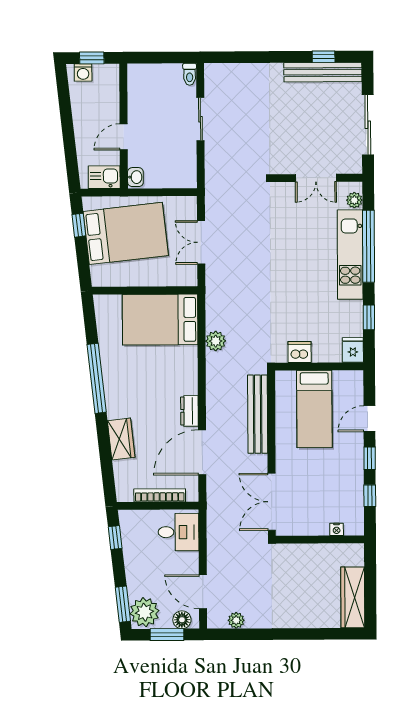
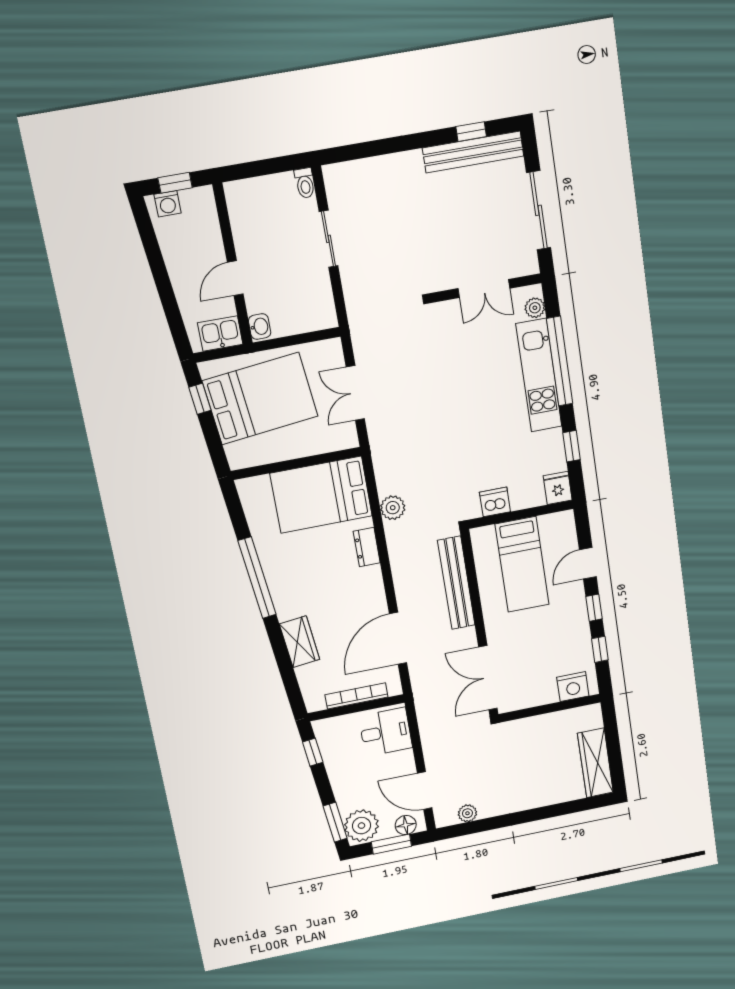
dresser: (189, 411) -> (367, 547), moved
nightstand: (337, 529) -> (573, 687), width x1.89, depth x1.79

